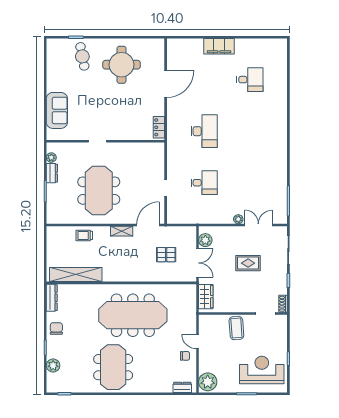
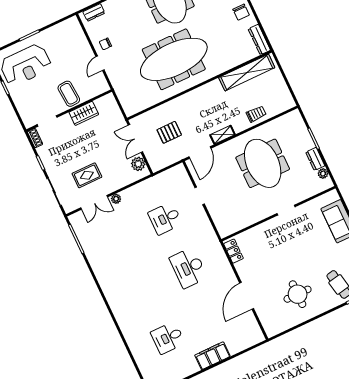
round table: (122, 65) -> (298, 294), width x0.73, depth x0.73
rug: (248, 263) -> (87, 175), moved
wardrobe: (206, 297) -> (84, 113), moved, turned -90
door: (198, 341) -> (100, 63), swing flipped
plant: (208, 382) -> (72, 29), removed

